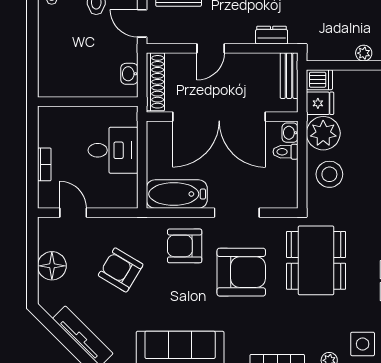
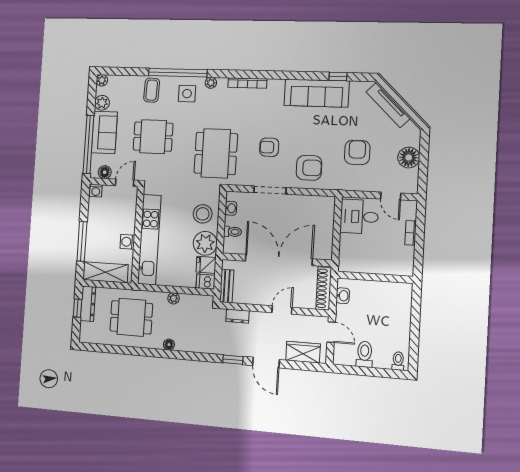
washbasin: (290, 133) -> (231, 208), moved
desk: (113, 150) -> (359, 217), moved
bathtub: (177, 194) -> (313, 206), removed
armchair: (121, 270) -> (357, 152), turned -121
armchair: (241, 272) -> (269, 147), width x0.53, depth x0.53

